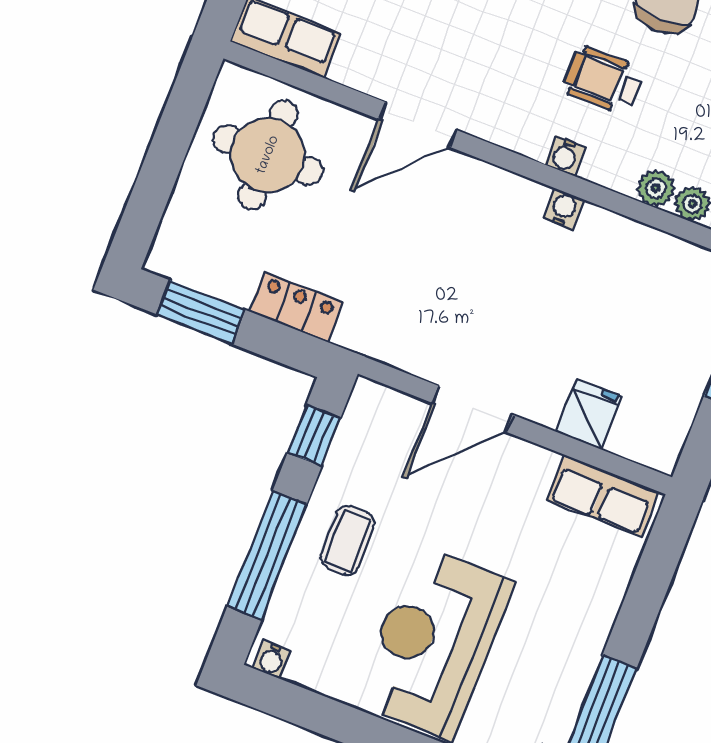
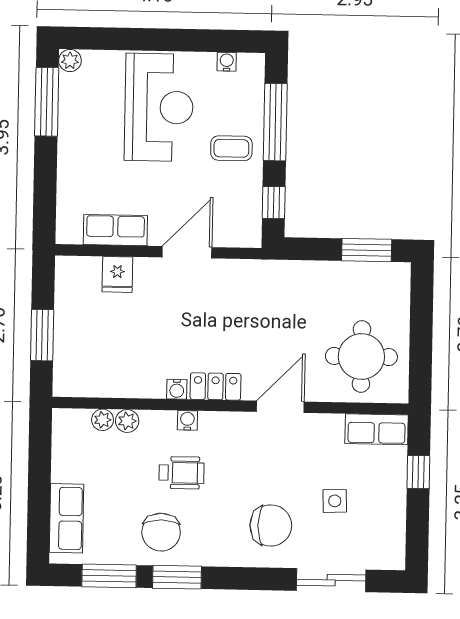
locker: (296, 307) -> (215, 386), moved, turned 180
row of seats: (602, 496) -> (115, 230), moved
coffee table: (348, 540) -> (231, 148), turned 90
water cooler: (272, 660) -> (227, 62), moved

